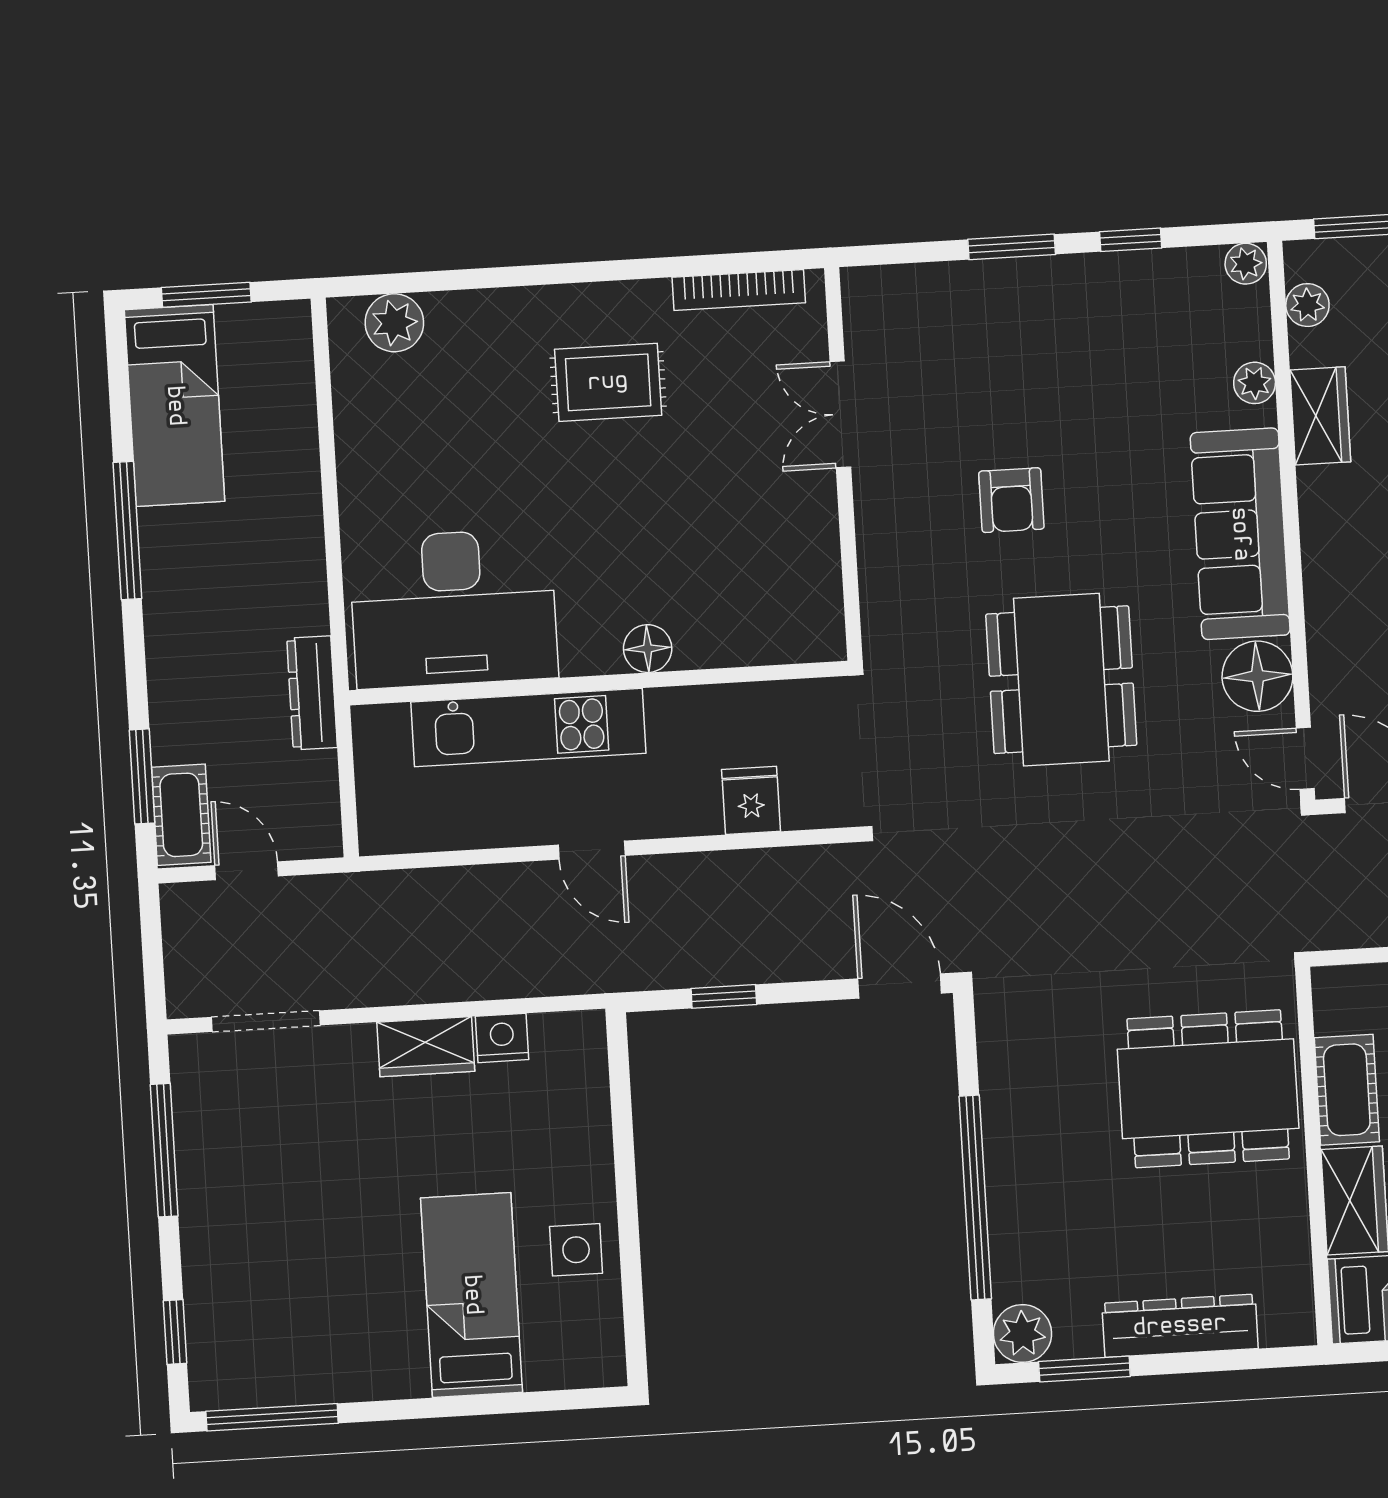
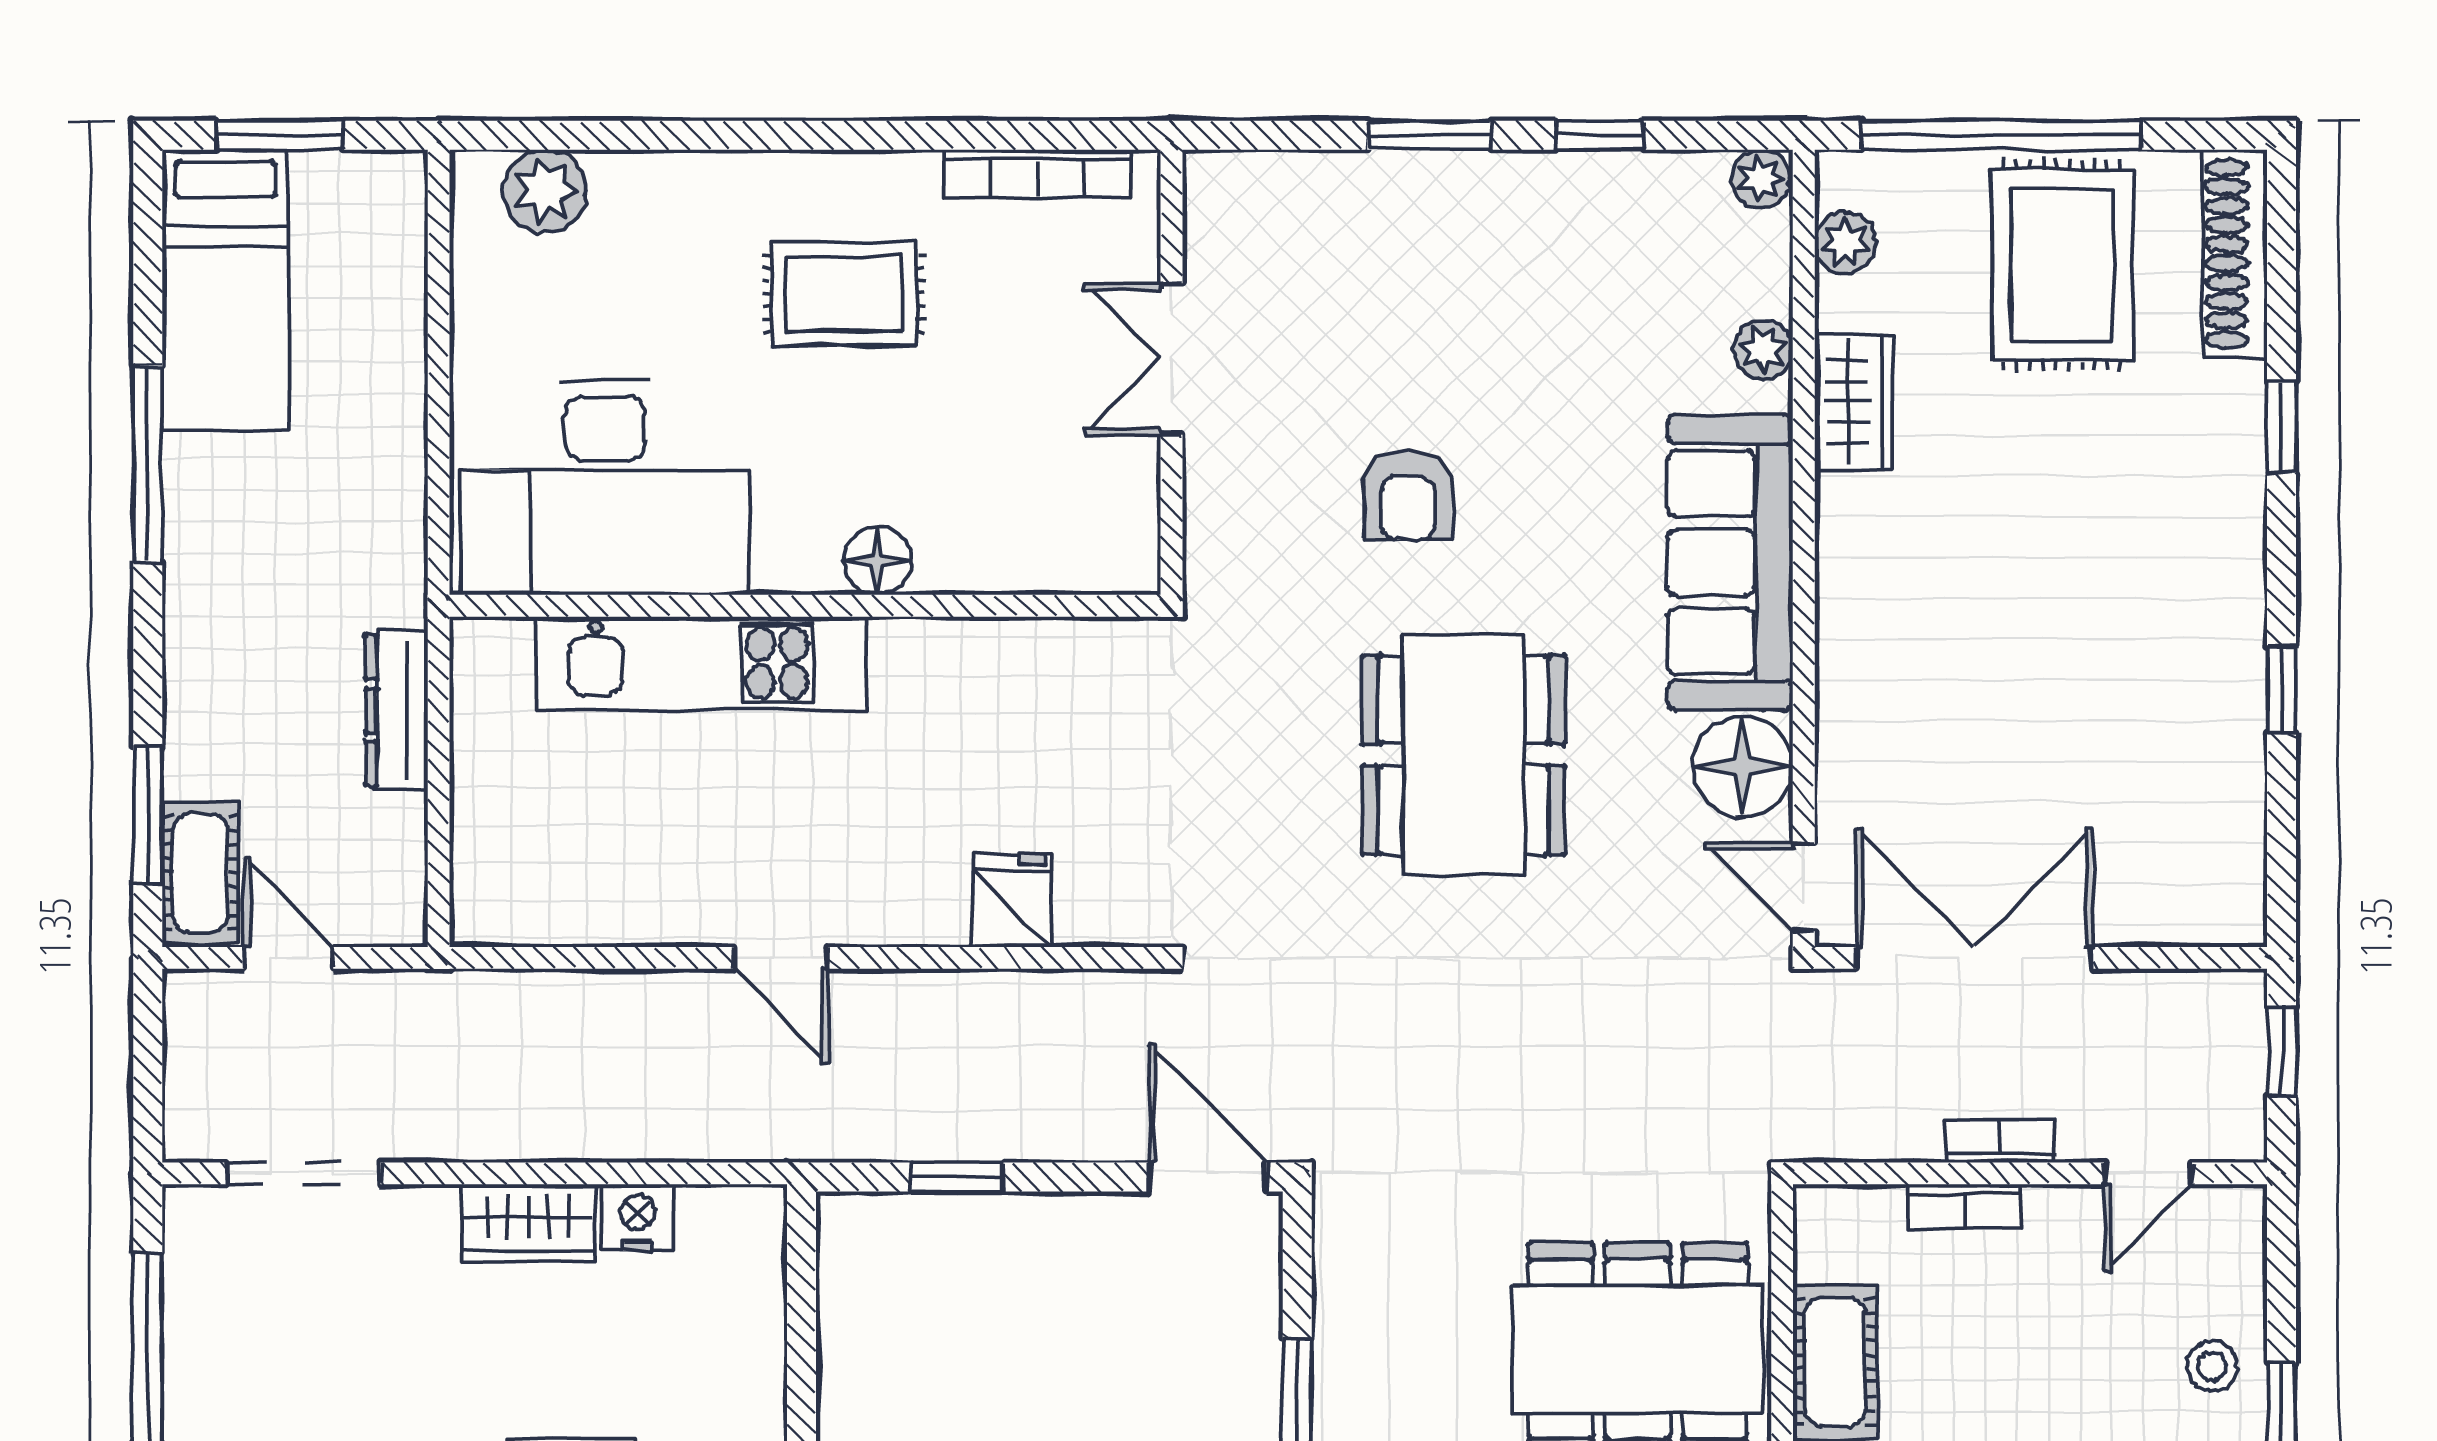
desk: (453, 608) -> (605, 487), moved
floor lamp: (648, 649) -> (878, 561), moved
wall: (599, 683) -> (805, 606), moved
kitchen unit: (528, 728) -> (701, 663), moved

